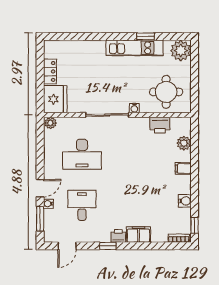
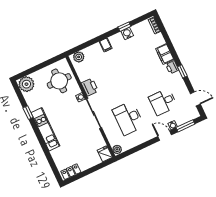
kitchen unit: (135, 48) -> (45, 129), moved
locker: (50, 71) -> (71, 172), moved
fridge: (55, 99) -> (105, 154), width x0.53, depth x0.75
printer: (160, 125) -> (90, 87), moved
plant: (184, 143) -> (79, 57), moved
desk: (82, 154) -> (128, 118), turned 180
window: (195, 225) -> (124, 27), moved

